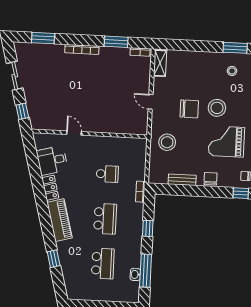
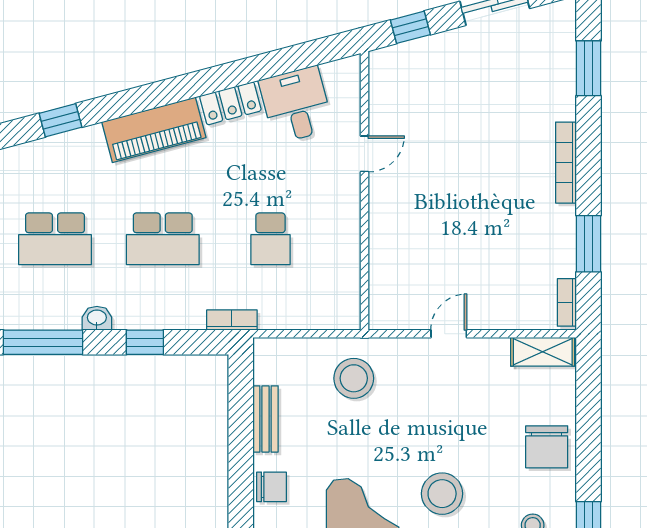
chair: (189, 109) -> (547, 447), moved
washbasin: (135, 274) -> (97, 318), moved

